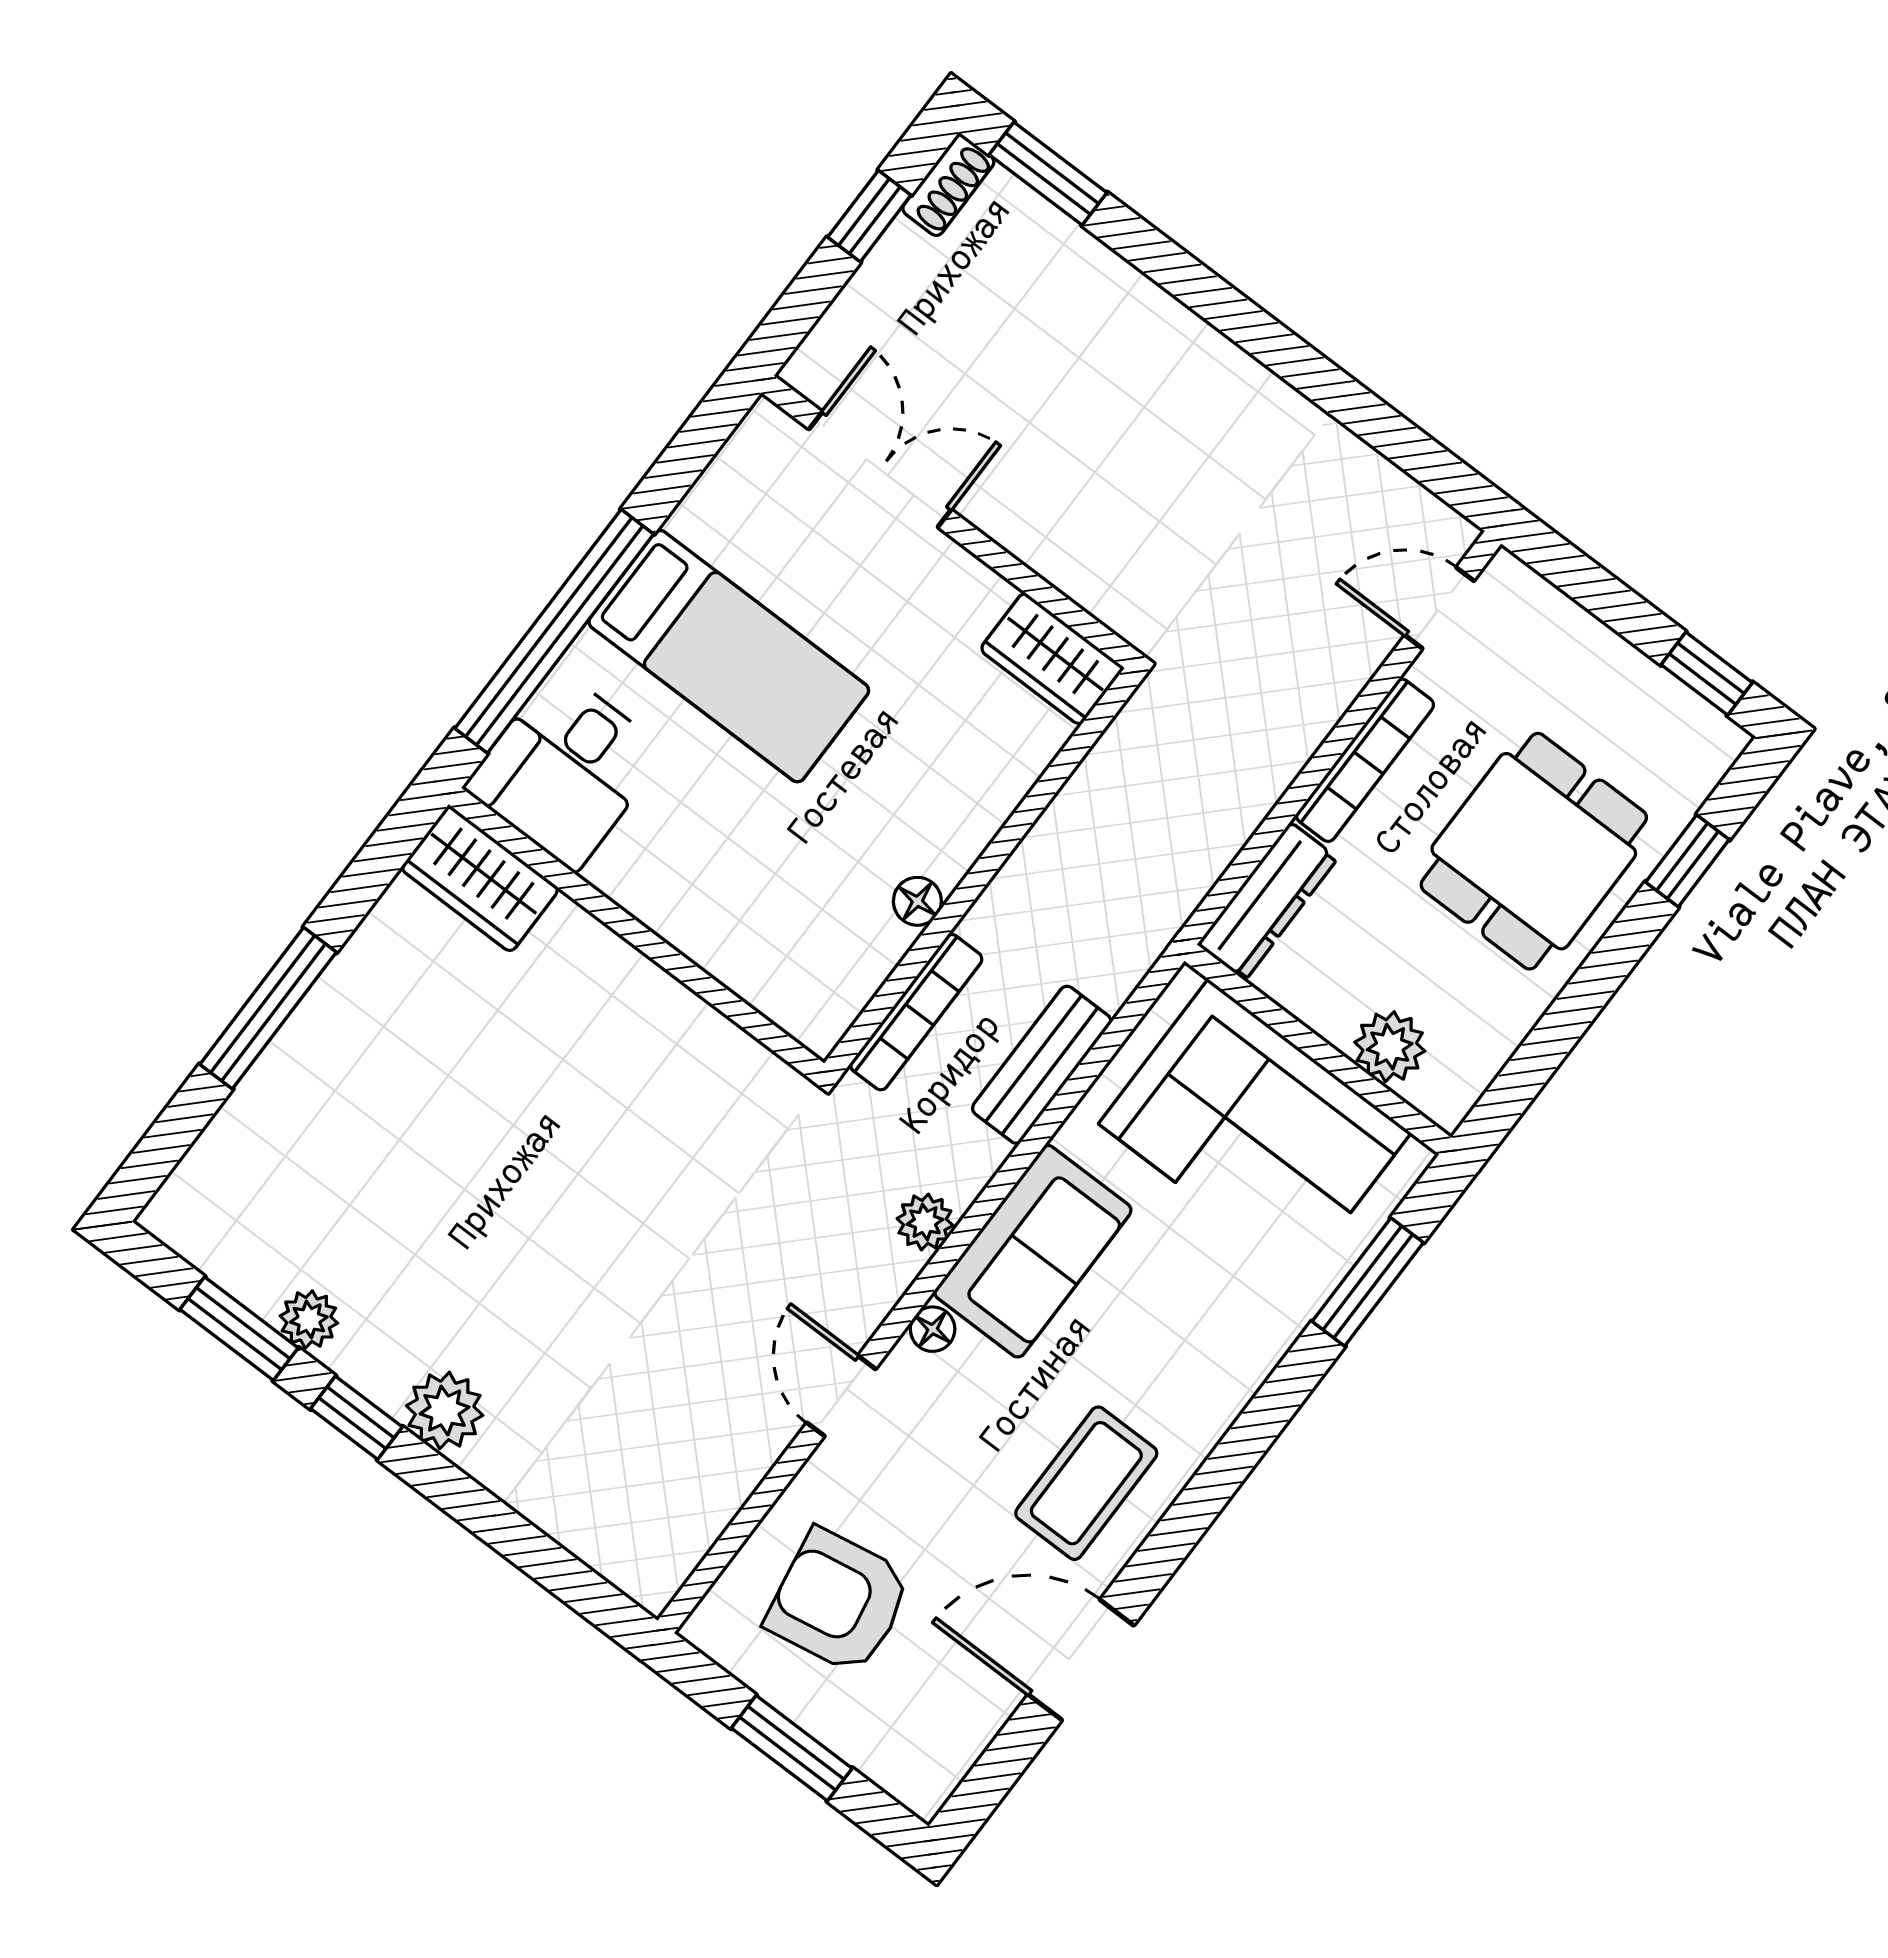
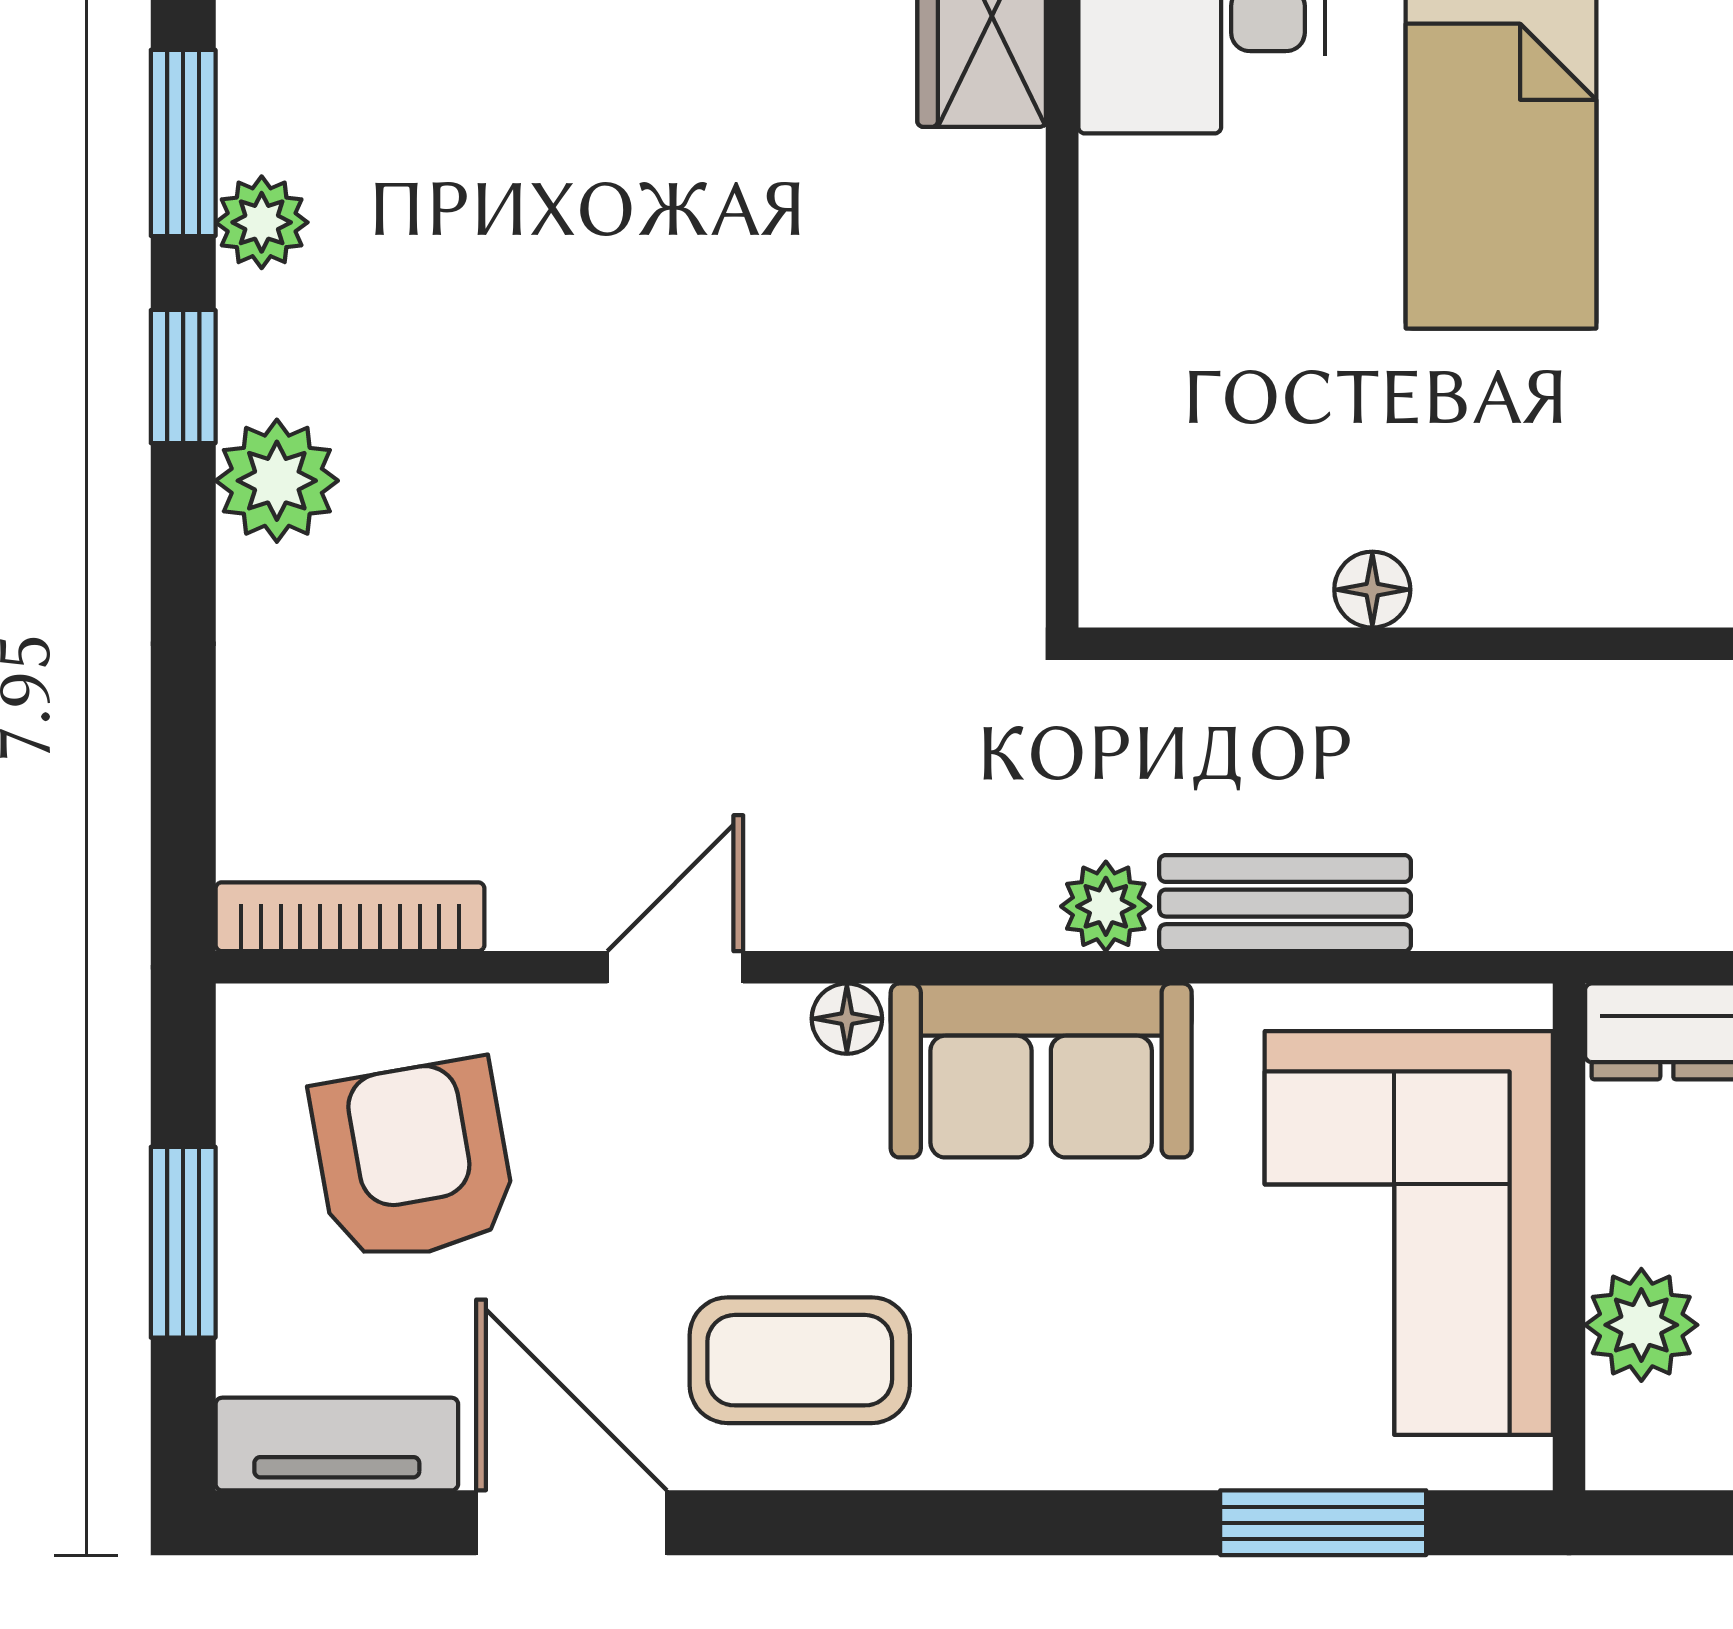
bookcase: (916, 1012) -> (350, 917), moved, turned 180
plant: (925, 1222) -> (1106, 906), moved
tv unit: (952, 1748) -> (337, 1444), added

